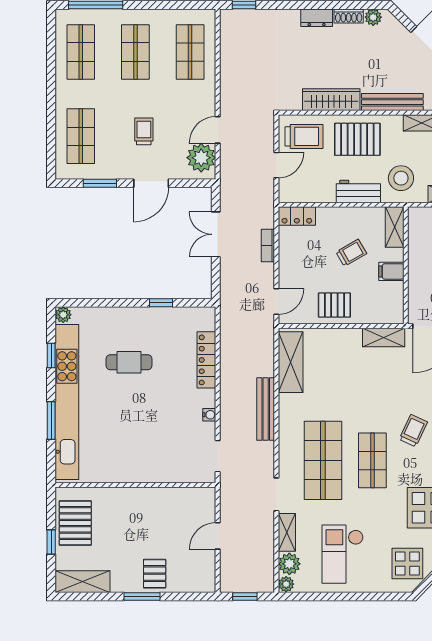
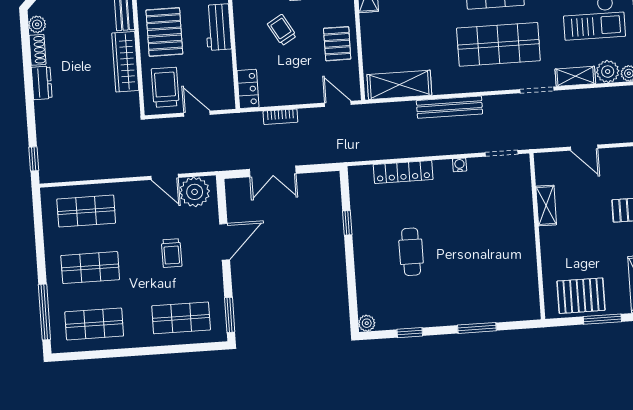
trolley: (144, 131) -> (172, 253), turned -90
window: (100, 183) -> (230, 315), moved
door: (151, 183) -> (225, 242), hinge flipped
kitchen unit: (67, 402) -> (457, 313), removed
shelving: (164, 496) -> (546, 206), added
window: (51, 542) -> (602, 319), width x1.50

